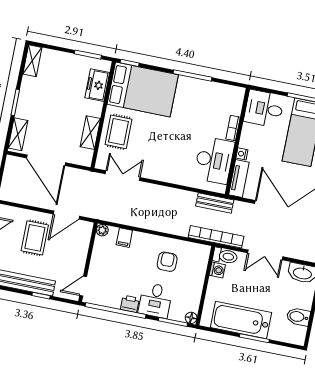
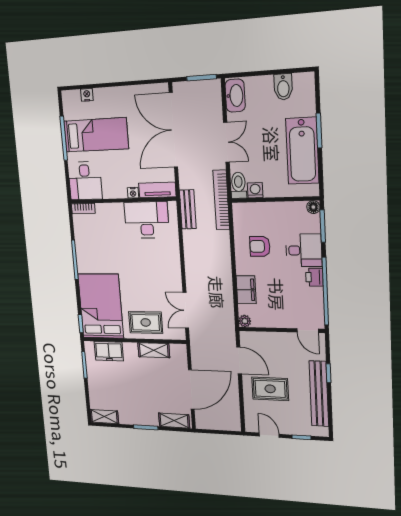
bookcase: (233, 128) -> (83, 209), moved
filing cabinet: (124, 238) -> (246, 290), width x2.00

